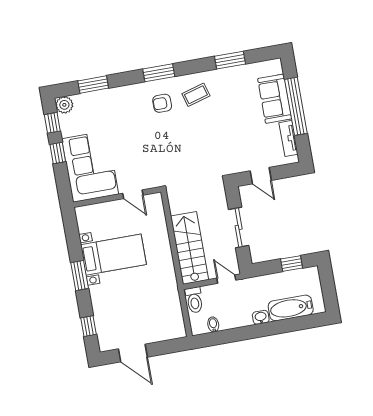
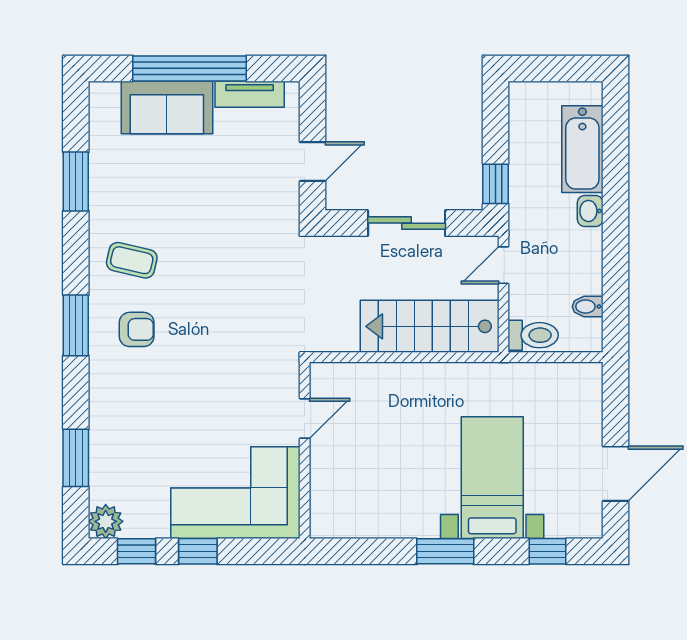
coffee table: (196, 95) -> (132, 260), turned -61
armchair: (162, 103) -> (137, 329), turned -90
bed with nightstands: (113, 255) -> (492, 478), moved
window: (292, 264) -> (496, 184), moved

